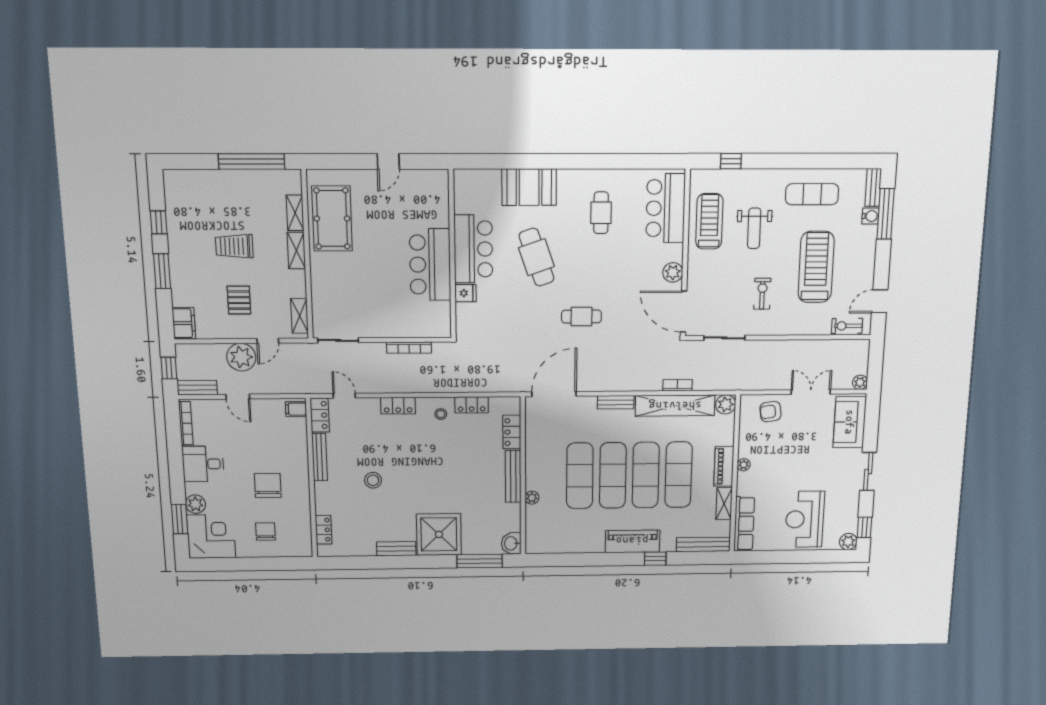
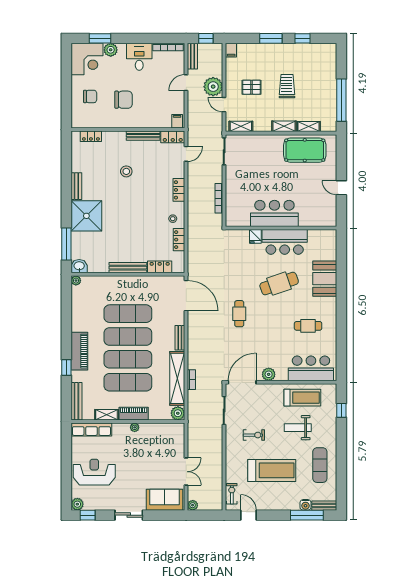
filing cabinet: (184, 323) -> (231, 50), width x0.50
armchair: (770, 412) -> (172, 444), removed
plant: (532, 498) -> (76, 281), moved

